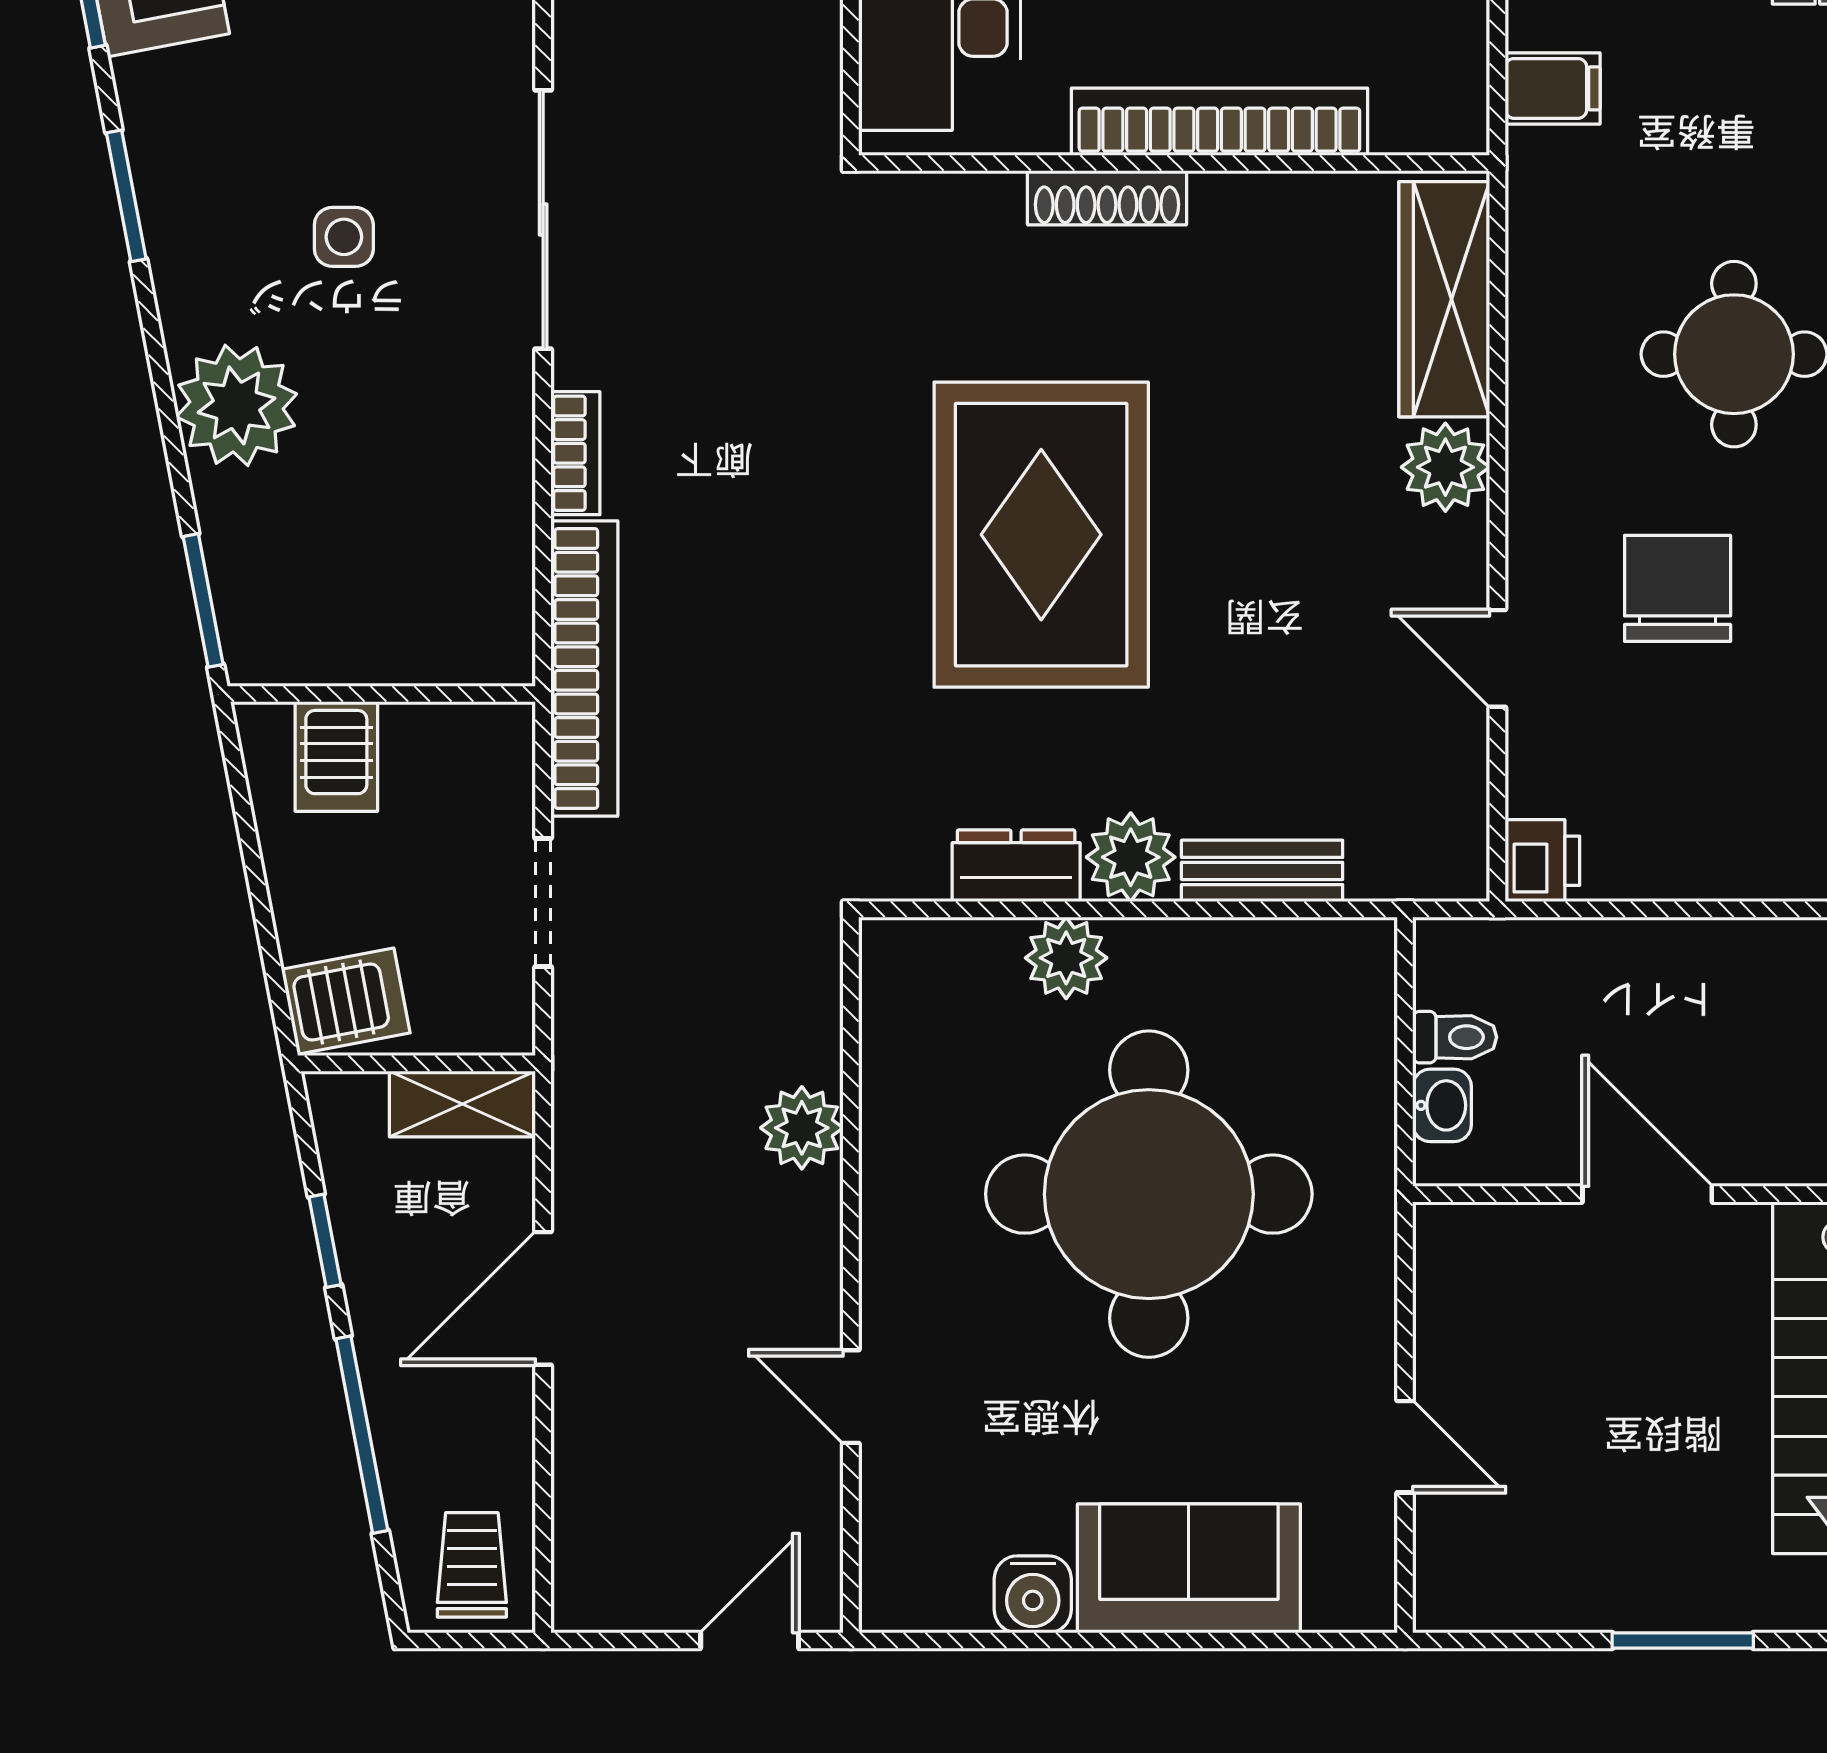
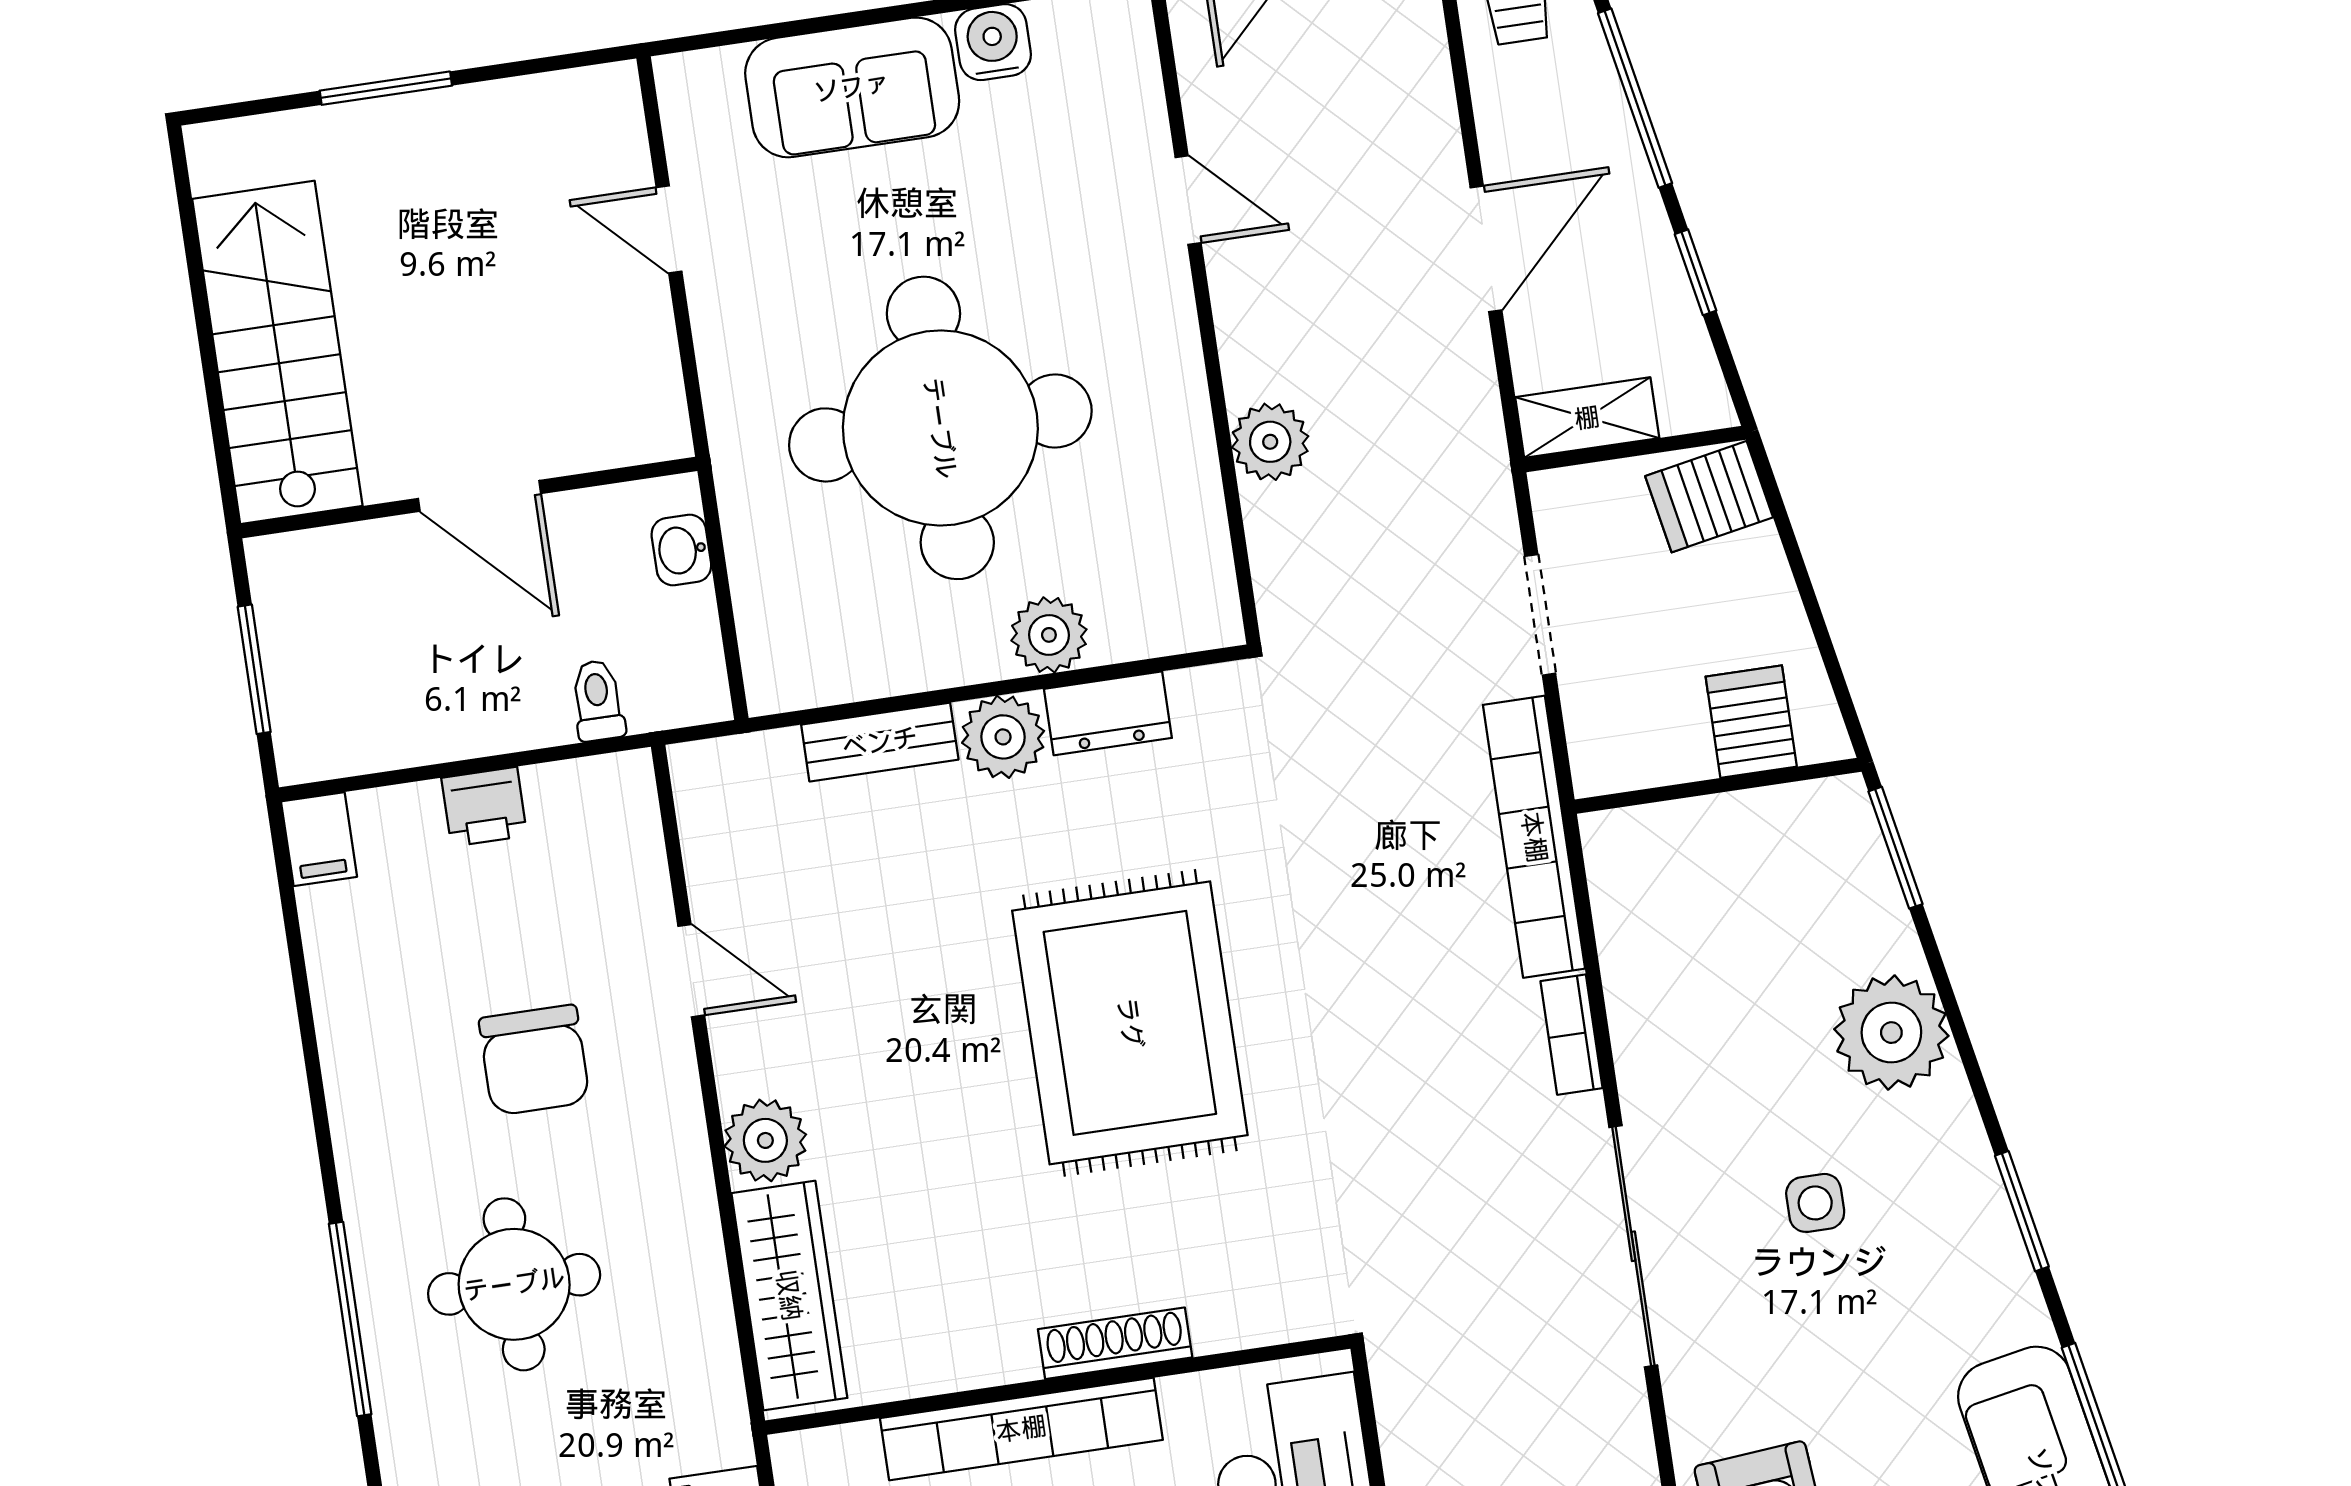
printer: (1542, 861) -> (484, 807), moved, turned -90
toilet: (1455, 1037) -> (598, 700), moved, turned 90

